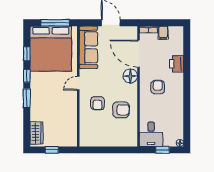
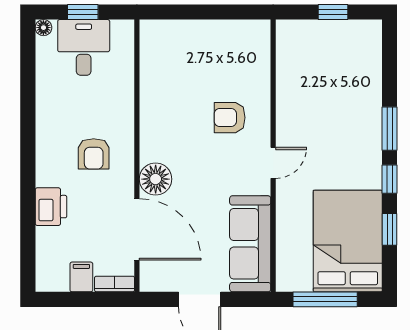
bed: (51, 49) -> (348, 241), width x0.73
armchair: (97, 103) -> (230, 118), turned -90
armchair: (121, 110) -> (176, 103), removed
wardrobe: (36, 133) -> (367, 50), removed
desk: (151, 134) -> (84, 47), moved

